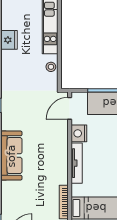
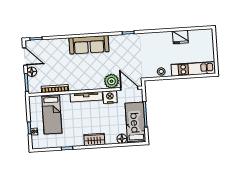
plant: (59, 130) -> (111, 81), added

